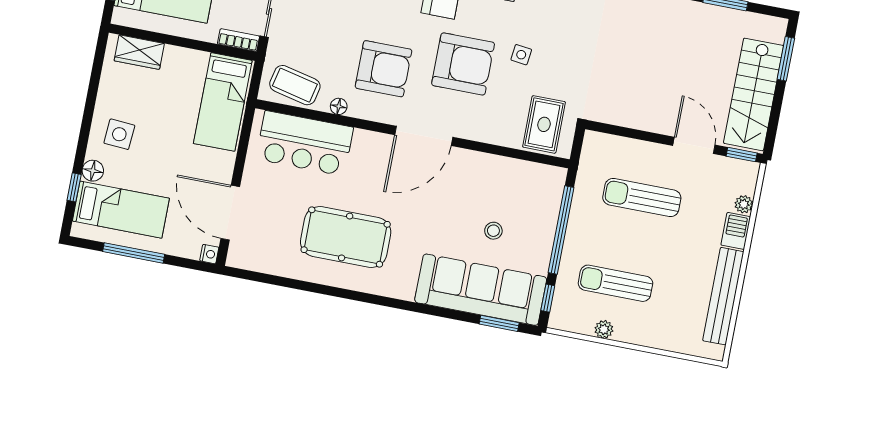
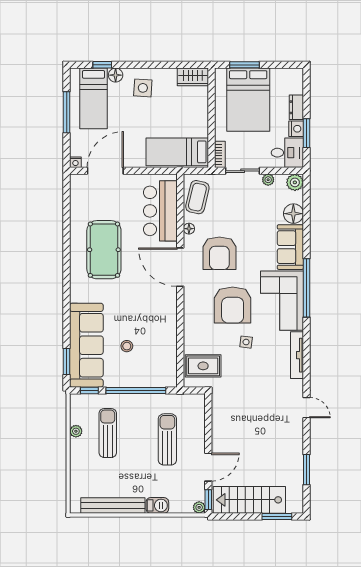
wardrobe: (139, 52) -> (193, 77), moved, turned -90
door: (424, 136) -> (180, 267), moved
plant: (744, 204) -> (199, 507), moved

